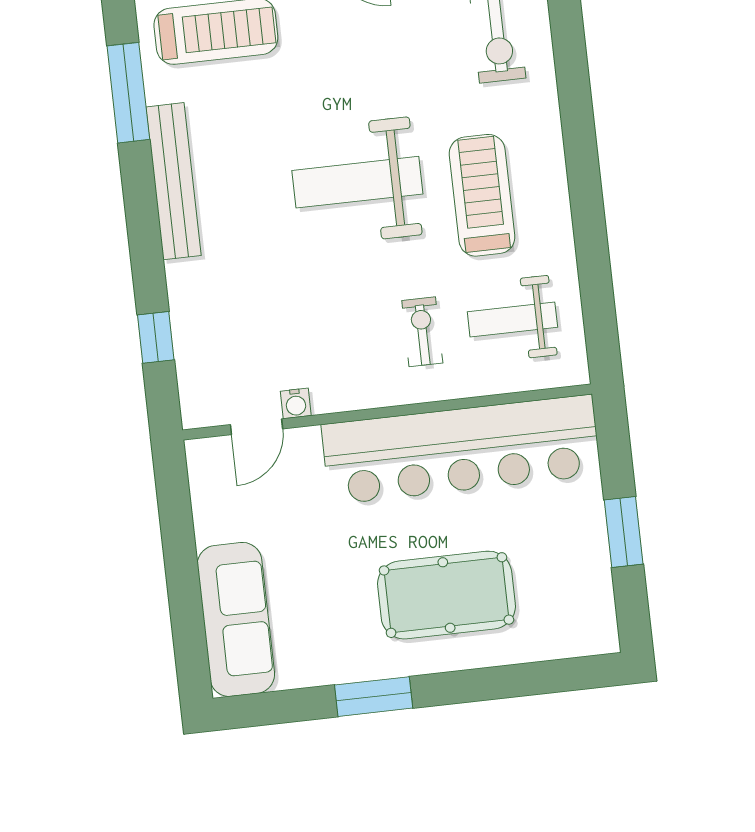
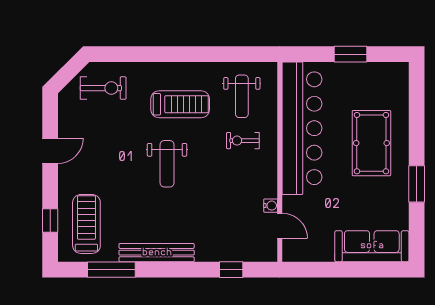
weight bench: (357, 182) -> (167, 164), width x0.73, depth x0.75
treadmill: (482, 195) -> (180, 104), turned 180

